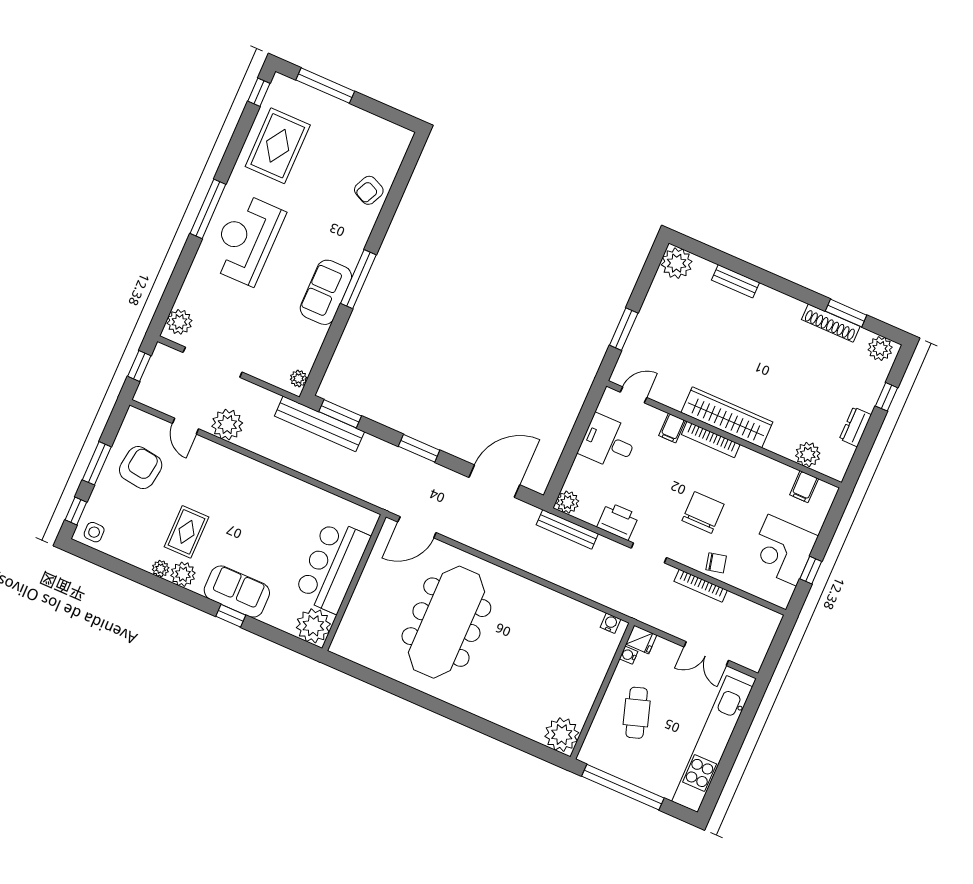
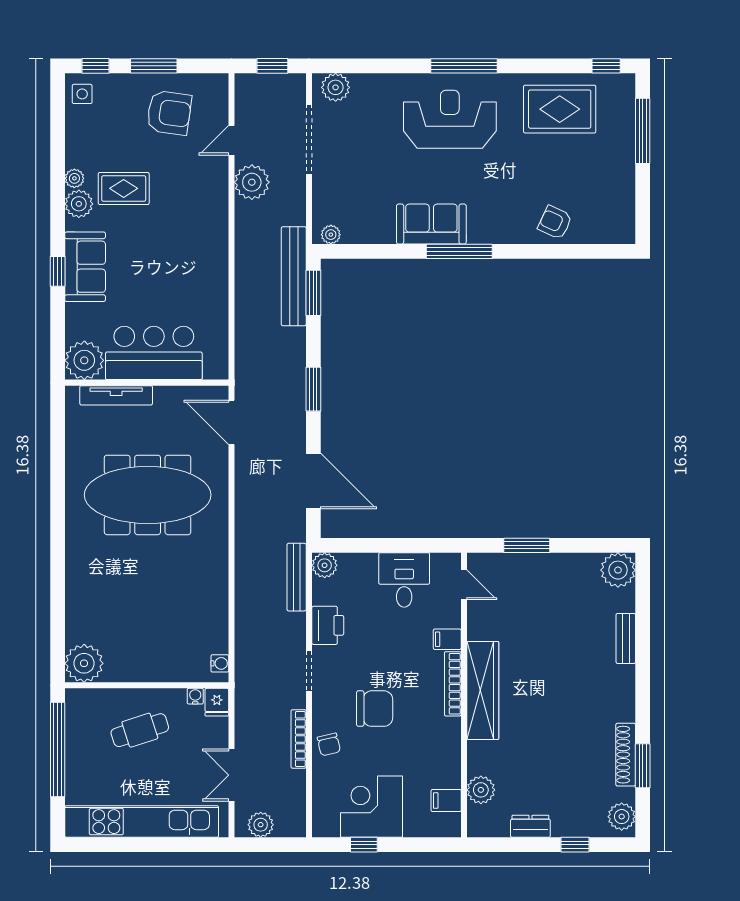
tv unit: (353, 612) -> (116, 395), added
plant: (757, 648) -> (261, 825), added

